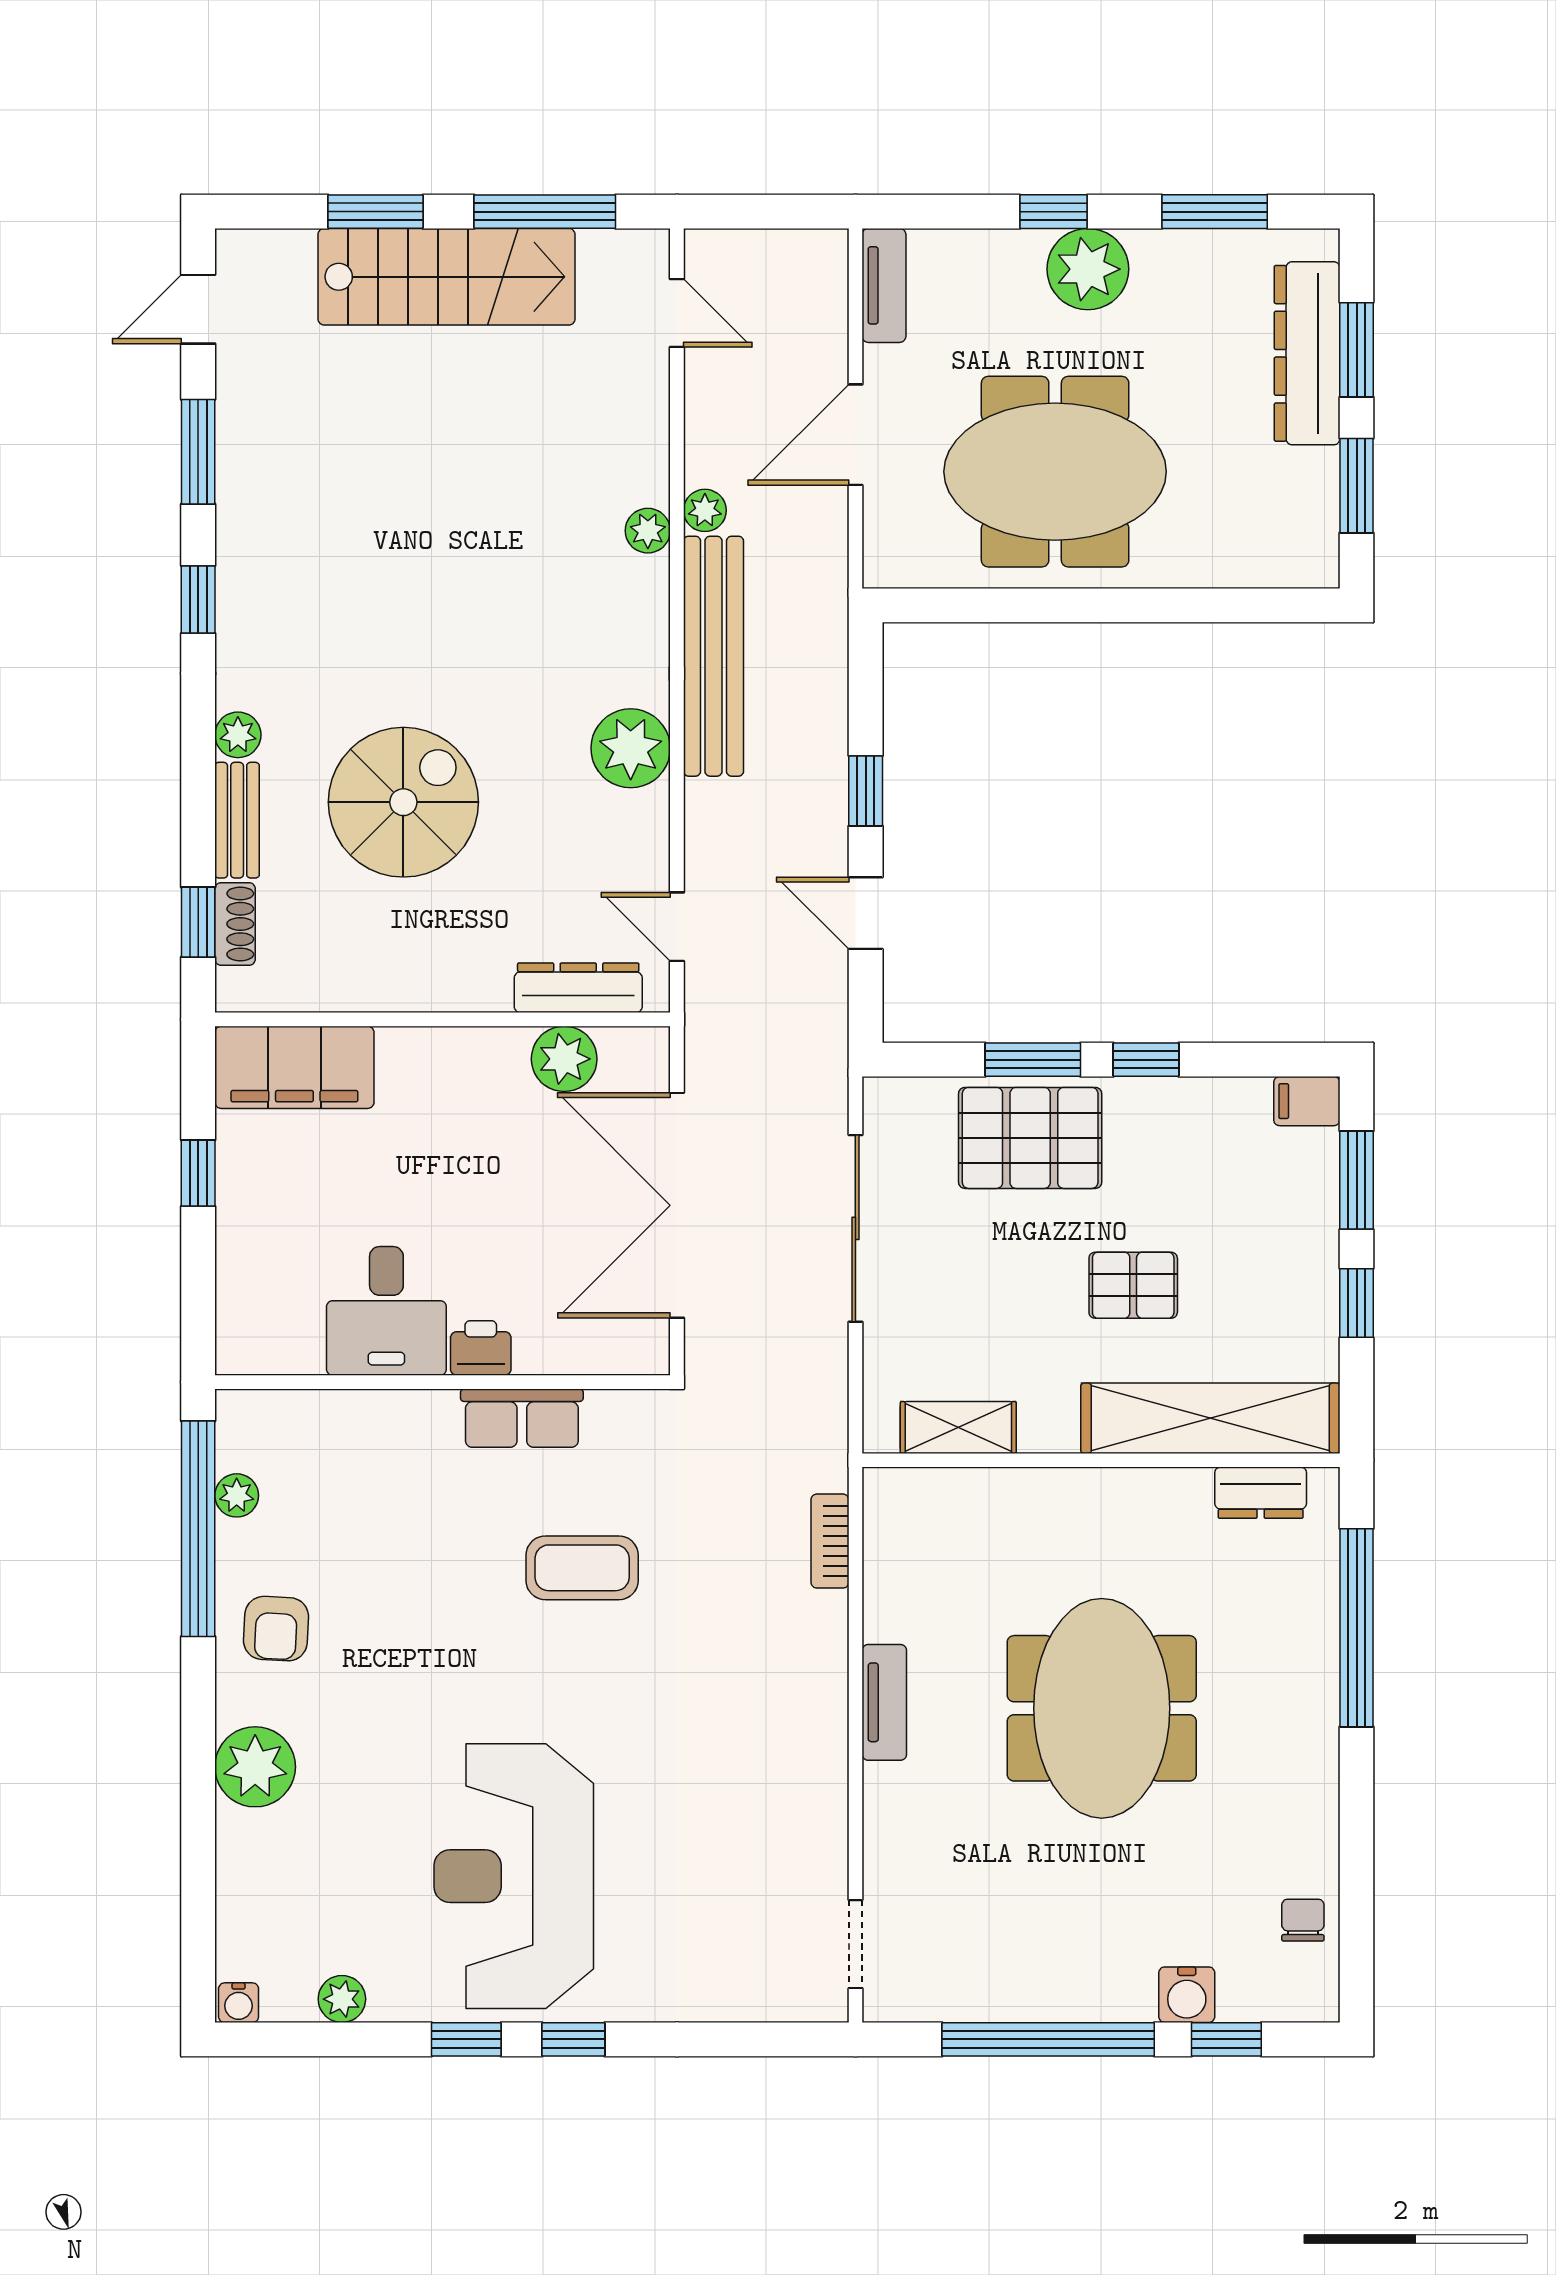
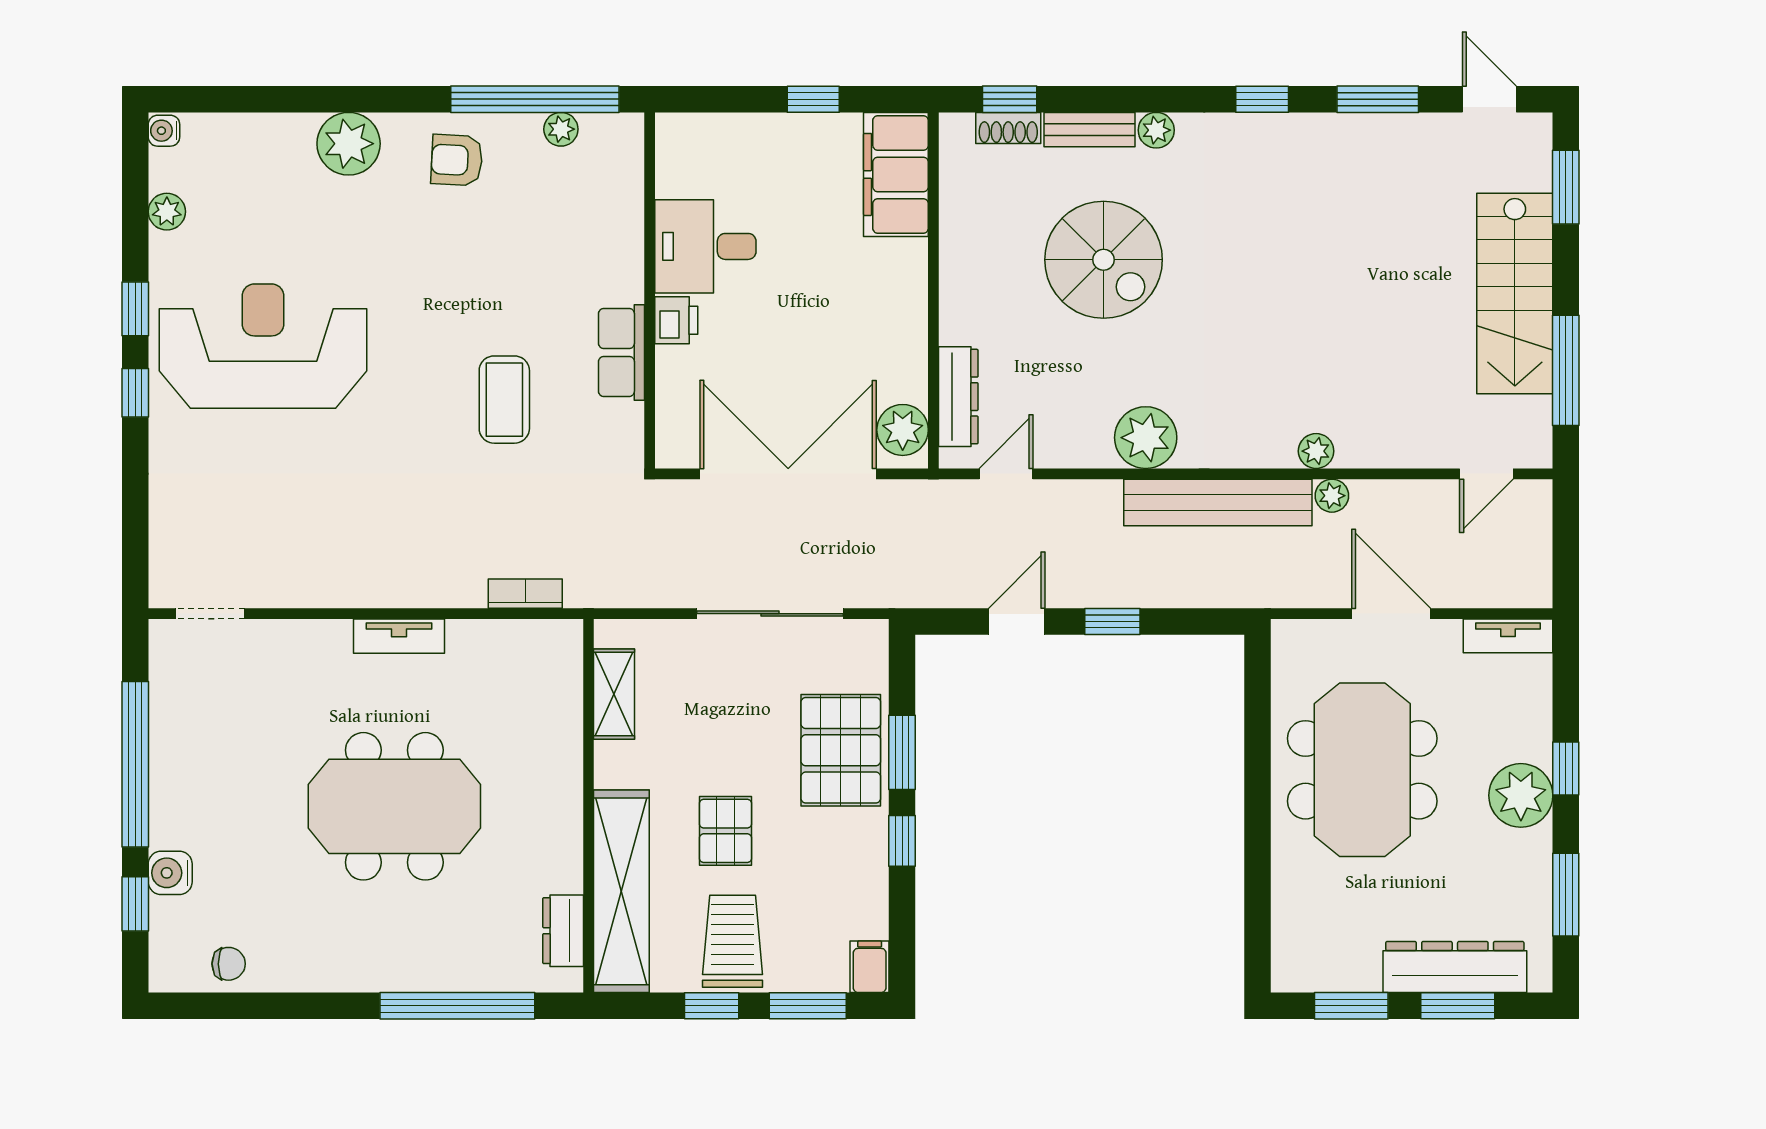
window: (376, 212) -> (1566, 187), moved
plant: (564, 1059) -> (903, 430), moved
trolley: (1274, 1276) -> (733, 941), added

